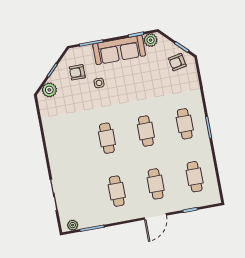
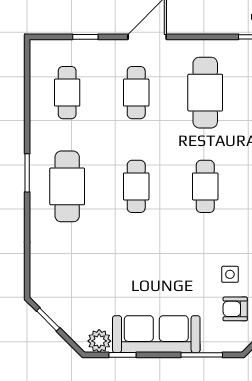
armchair: (177, 62) -> (60, 295), removed
armchair: (77, 72) -> (235, 309), turned 180
side table: (99, 83) -> (230, 274), moved
cafe table: (185, 124) -> (67, 186), width x1.37, depth x1.35
cafe table: (117, 191) -> (205, 93), width x1.37, depth x1.35

